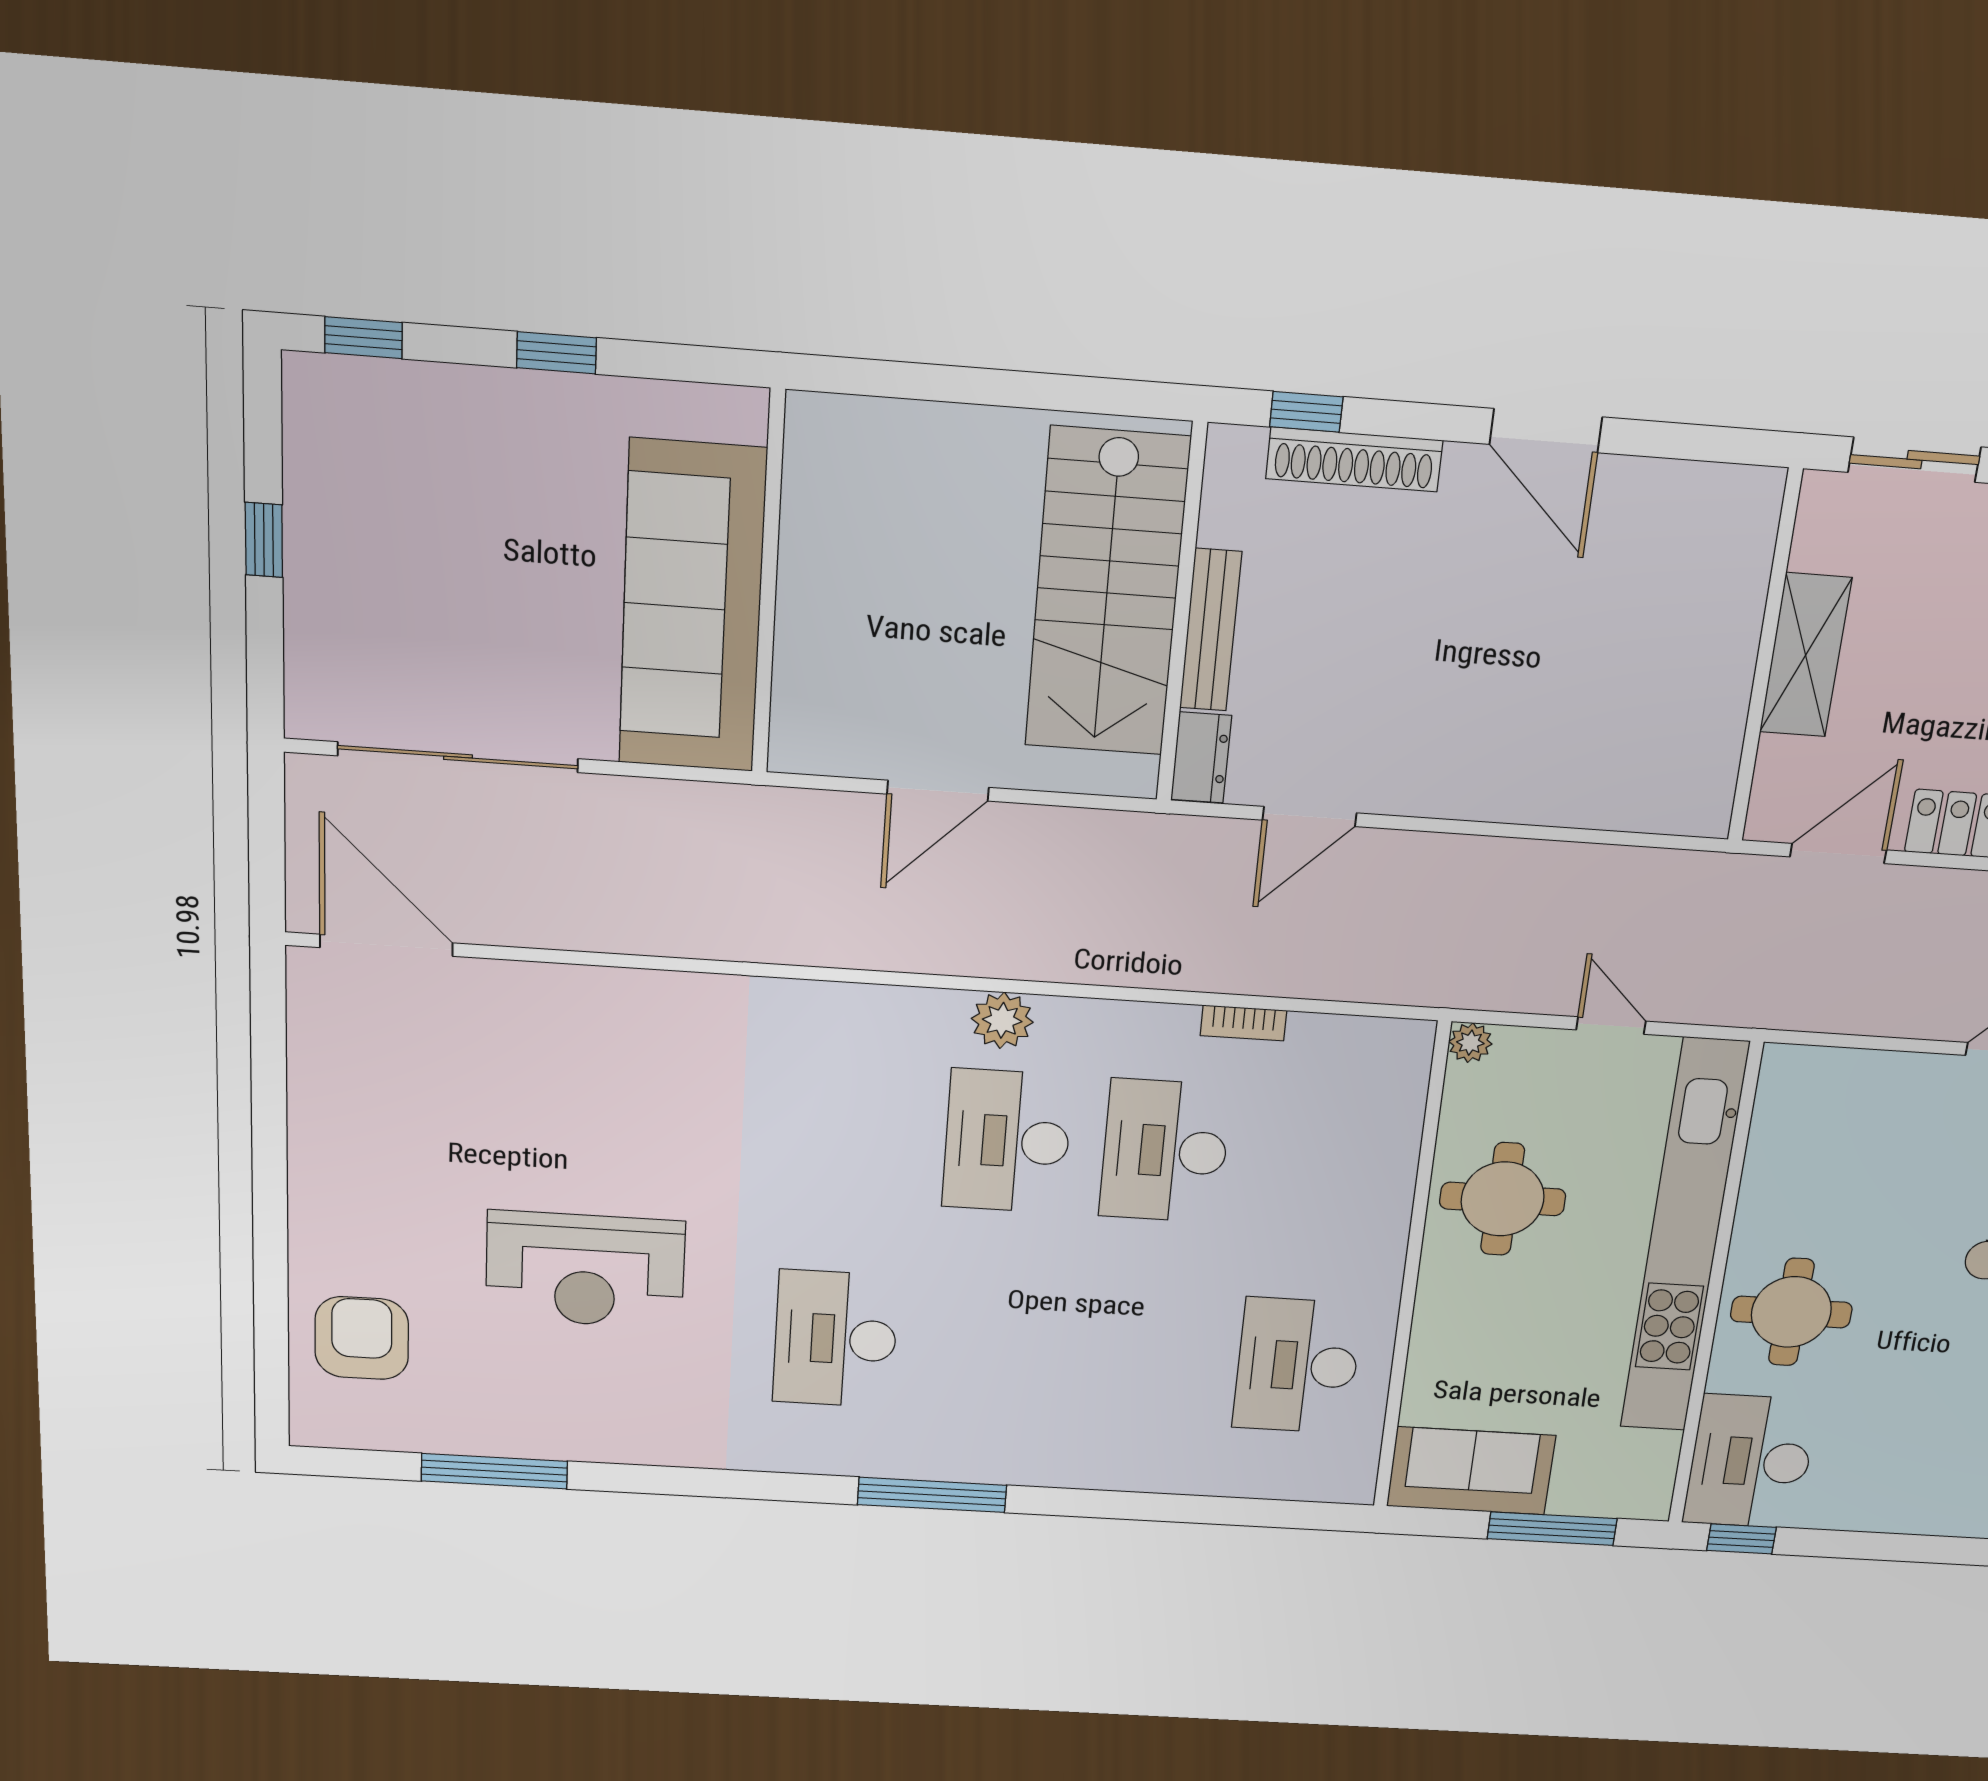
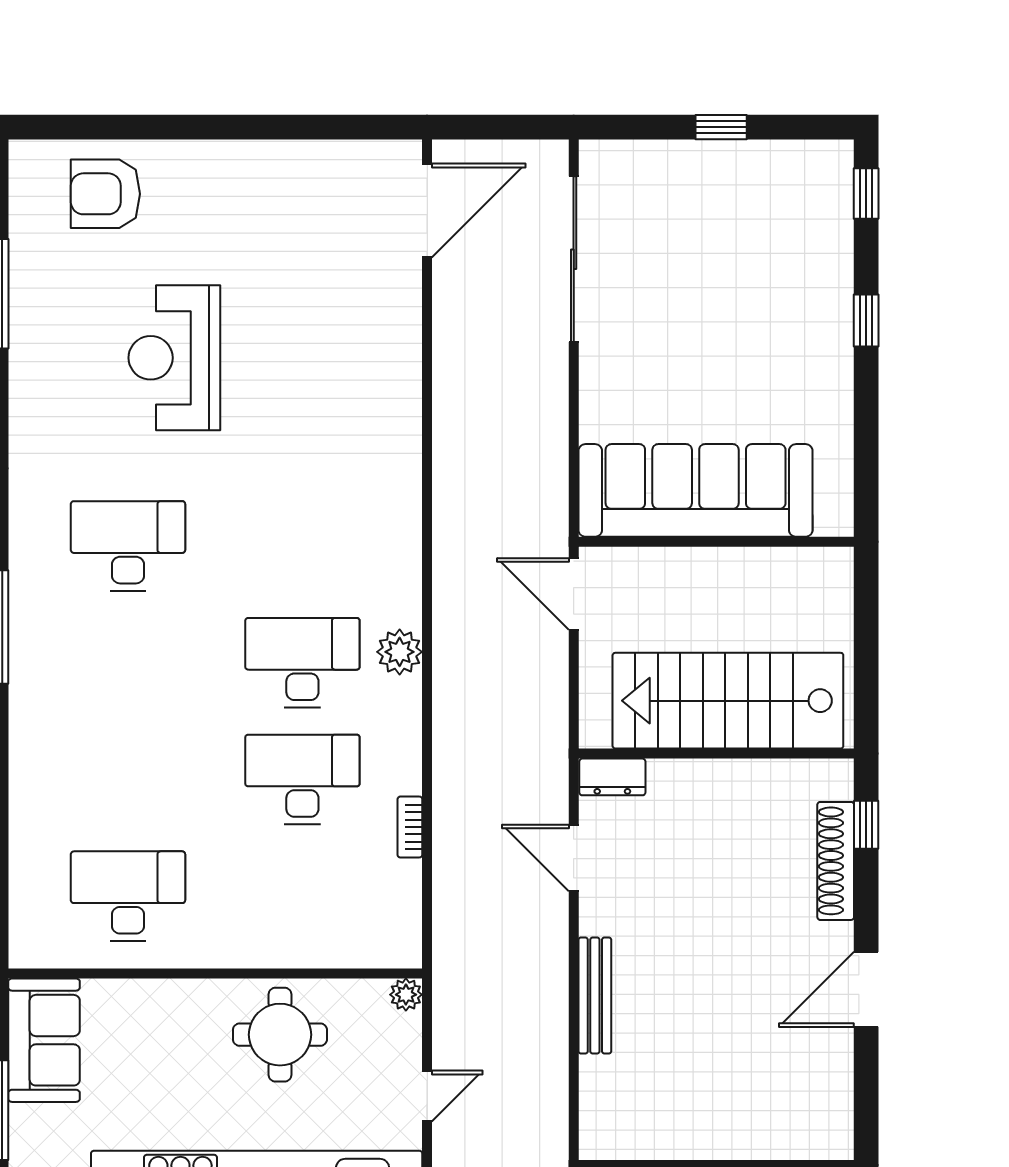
wall: (768, 584) -> (716, 542), moved
sofa: (692, 607) -> (696, 490), moved
bench: (1211, 630) -> (595, 996), moved, turned 90
armchair: (362, 1338) -> (105, 194), turned 180

